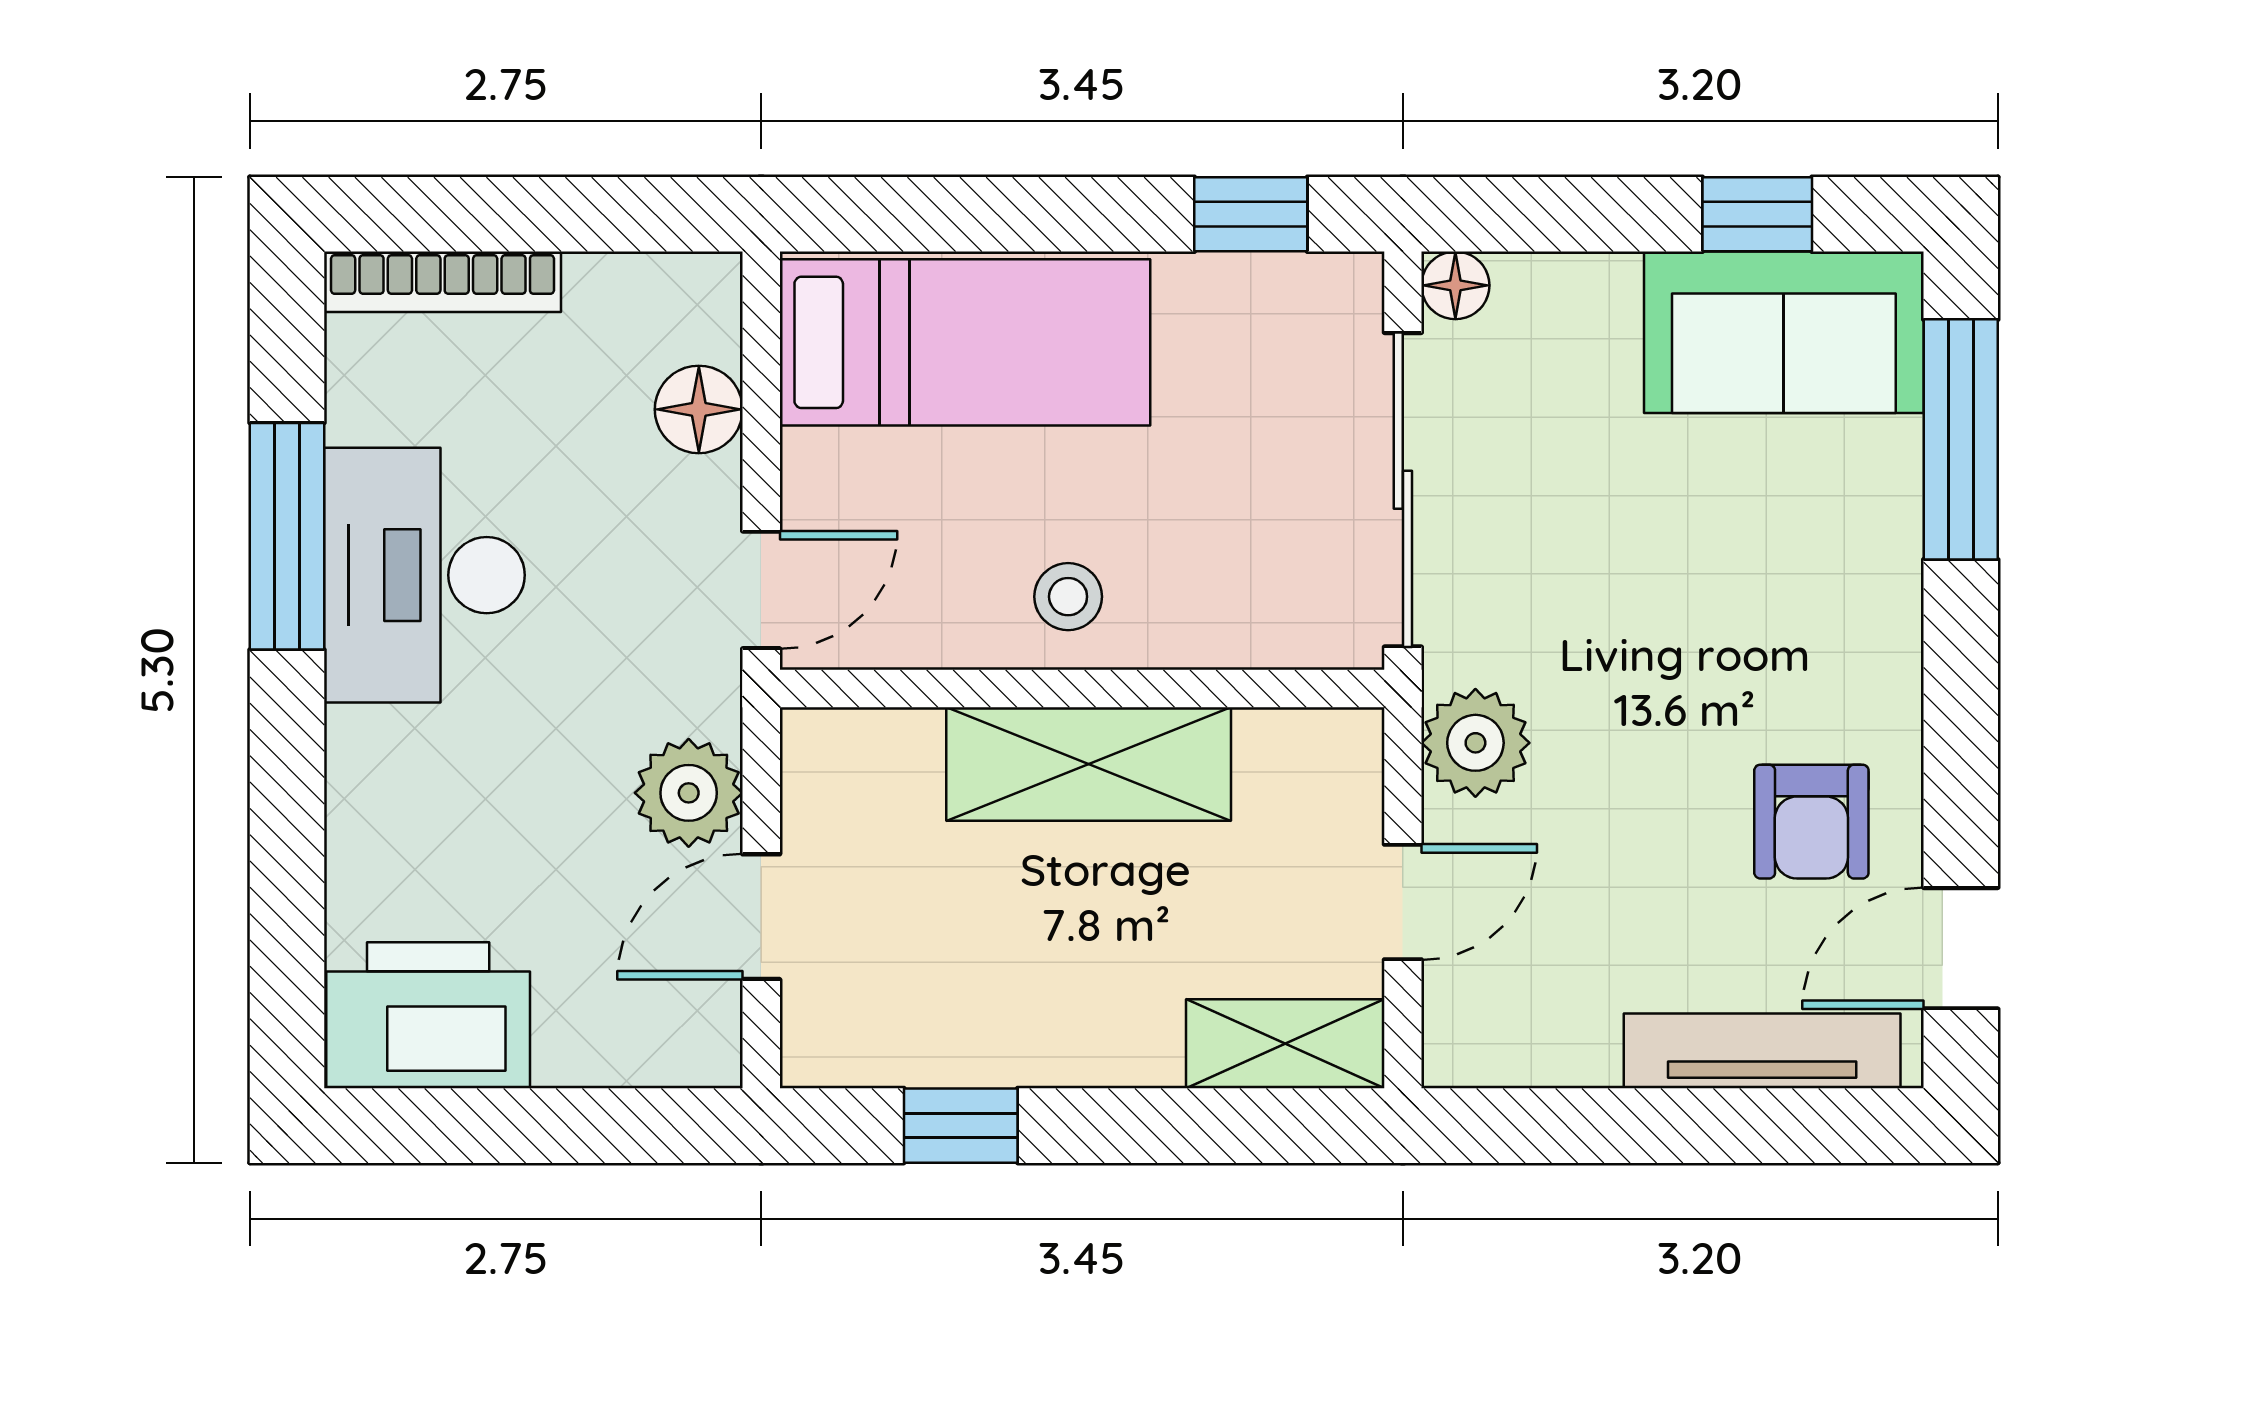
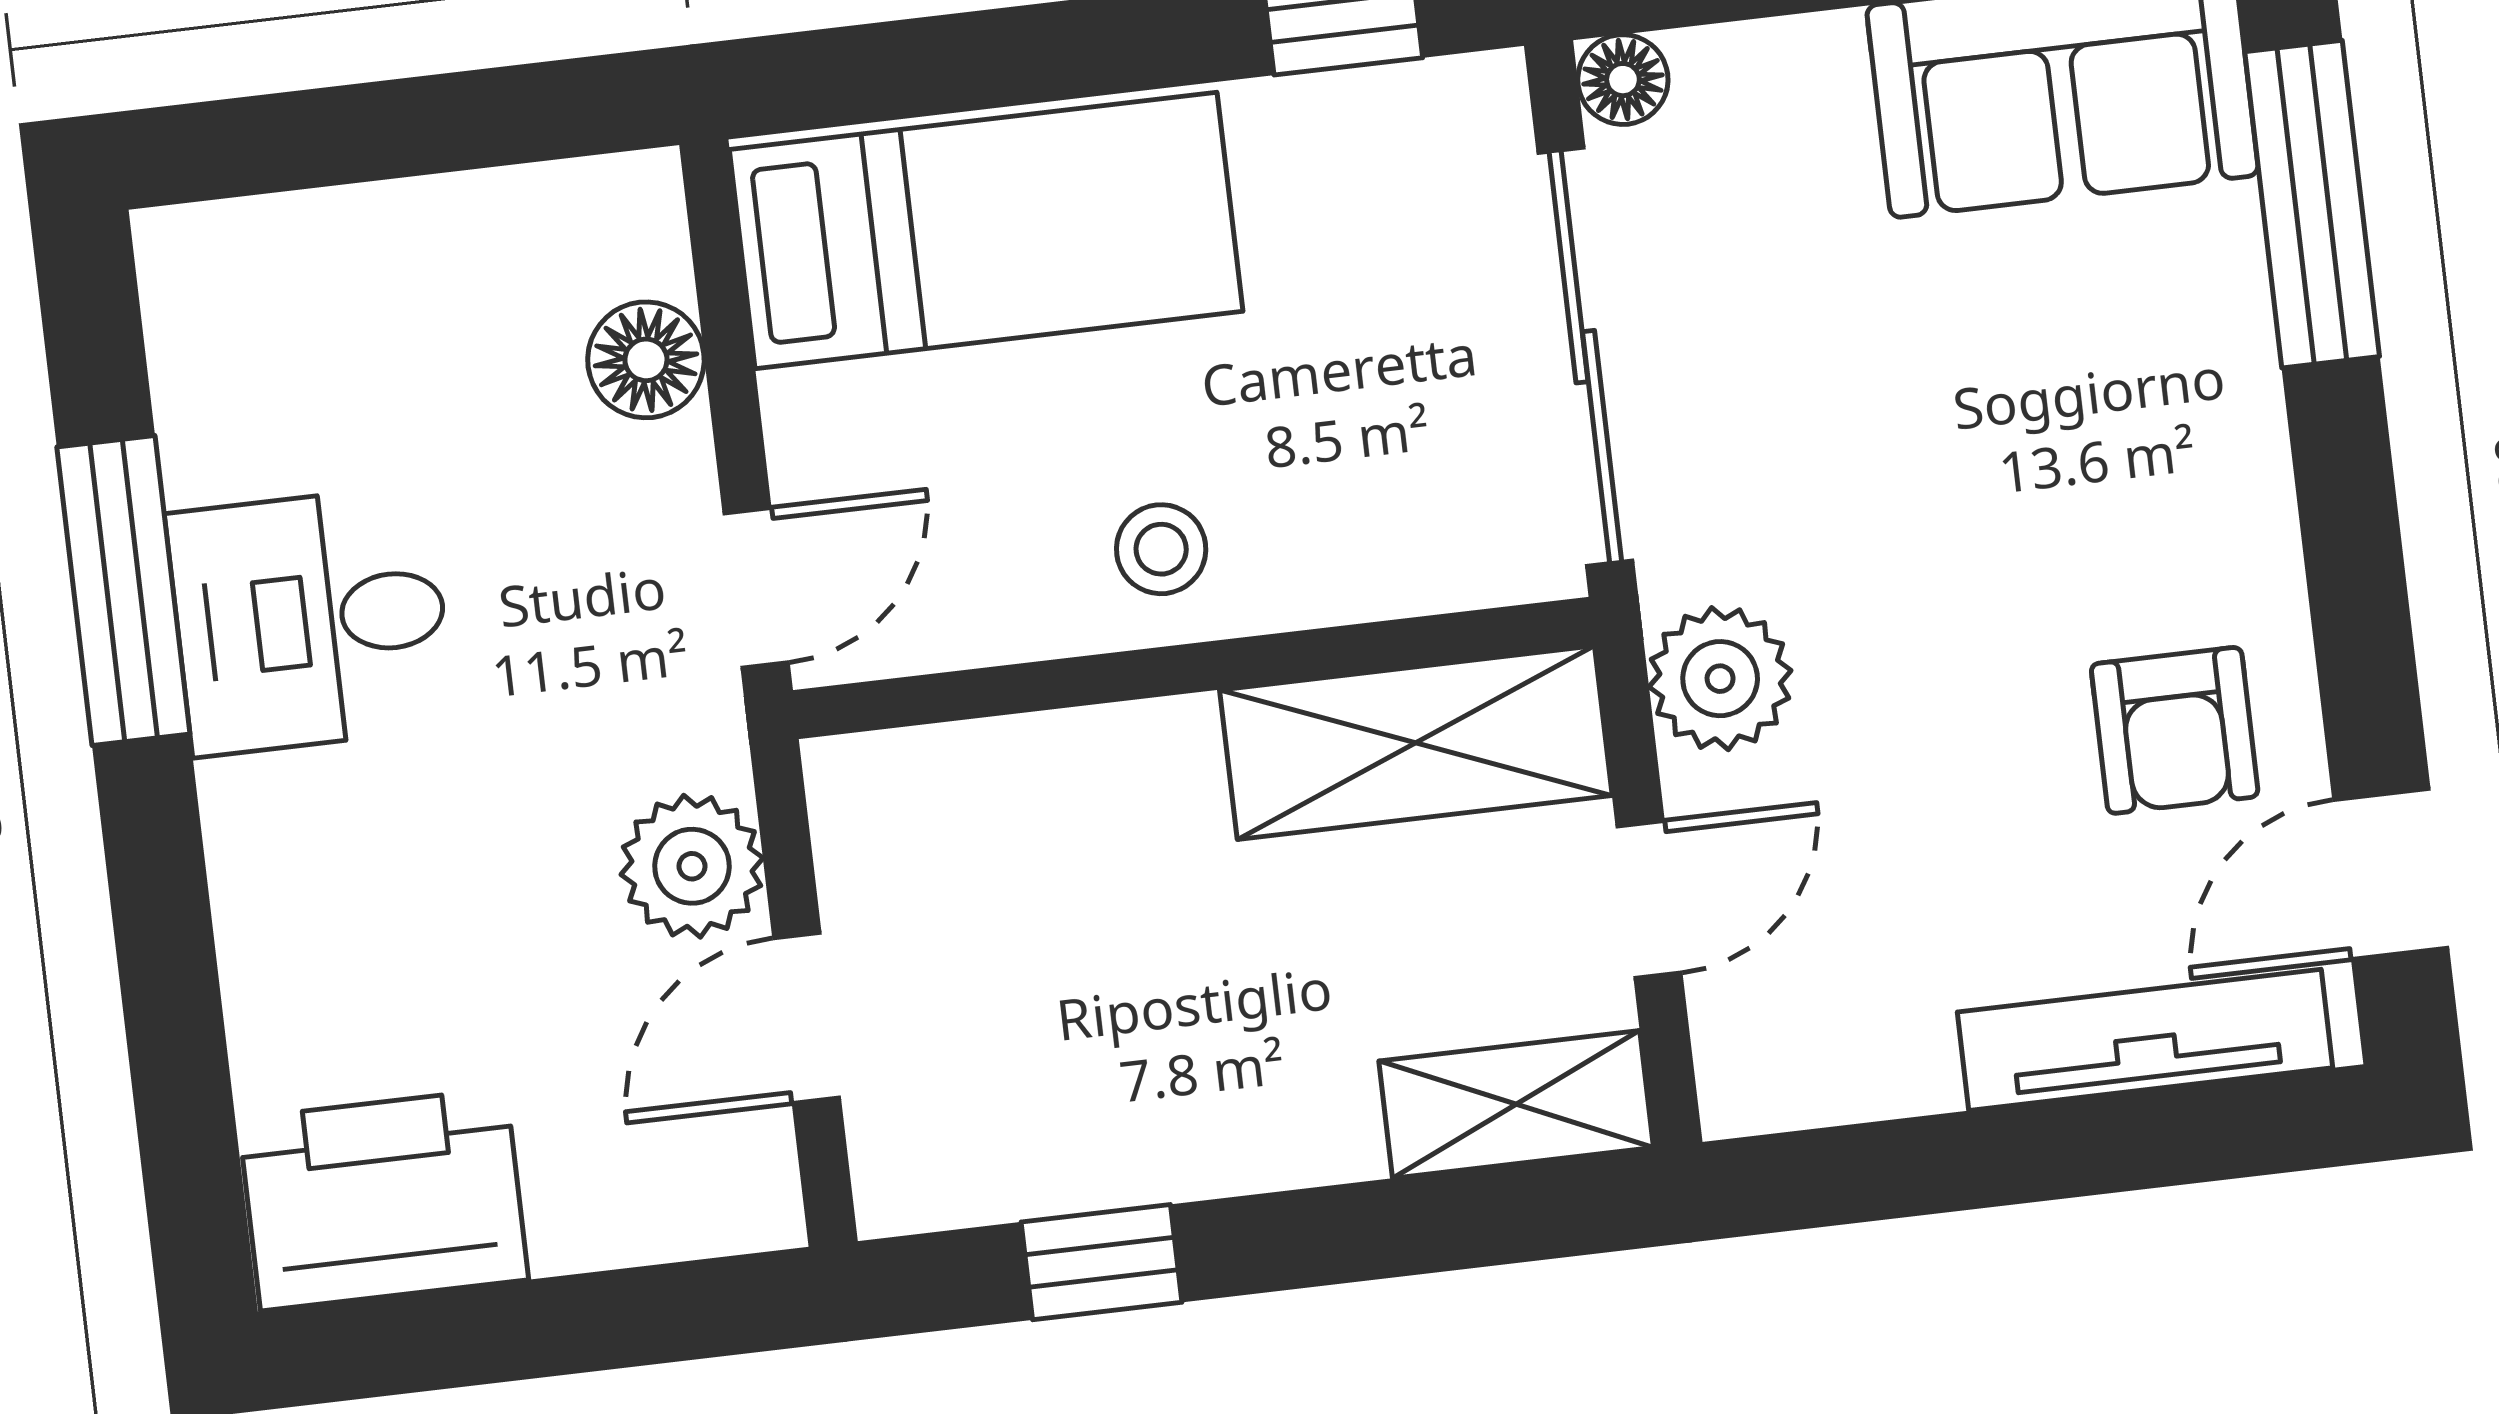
bookcase: (443, 282) -> (289, 231), removed
desk: (424, 575) -> (310, 620), width x0.73
shelving: (1089, 764) -> (1416, 743), moved

